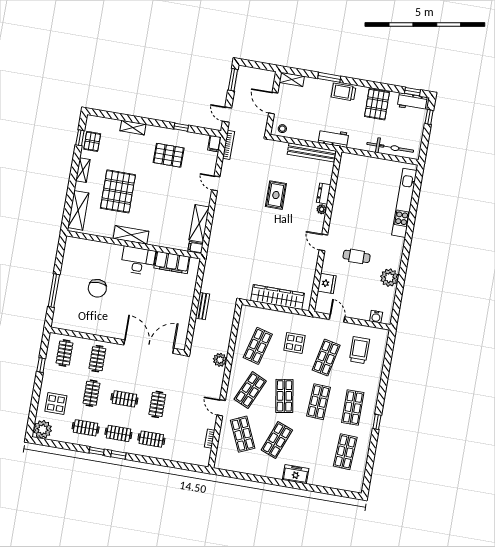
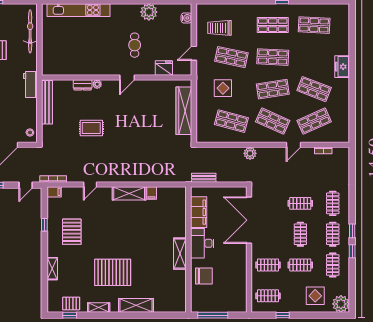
shelving: (131, 235) -> (180, 254), moved
wall: (134, 245) -> (188, 250), moved
desk: (138, 261) -> (202, 243), moved
filing cabinet: (172, 262) -> (199, 212), moved

